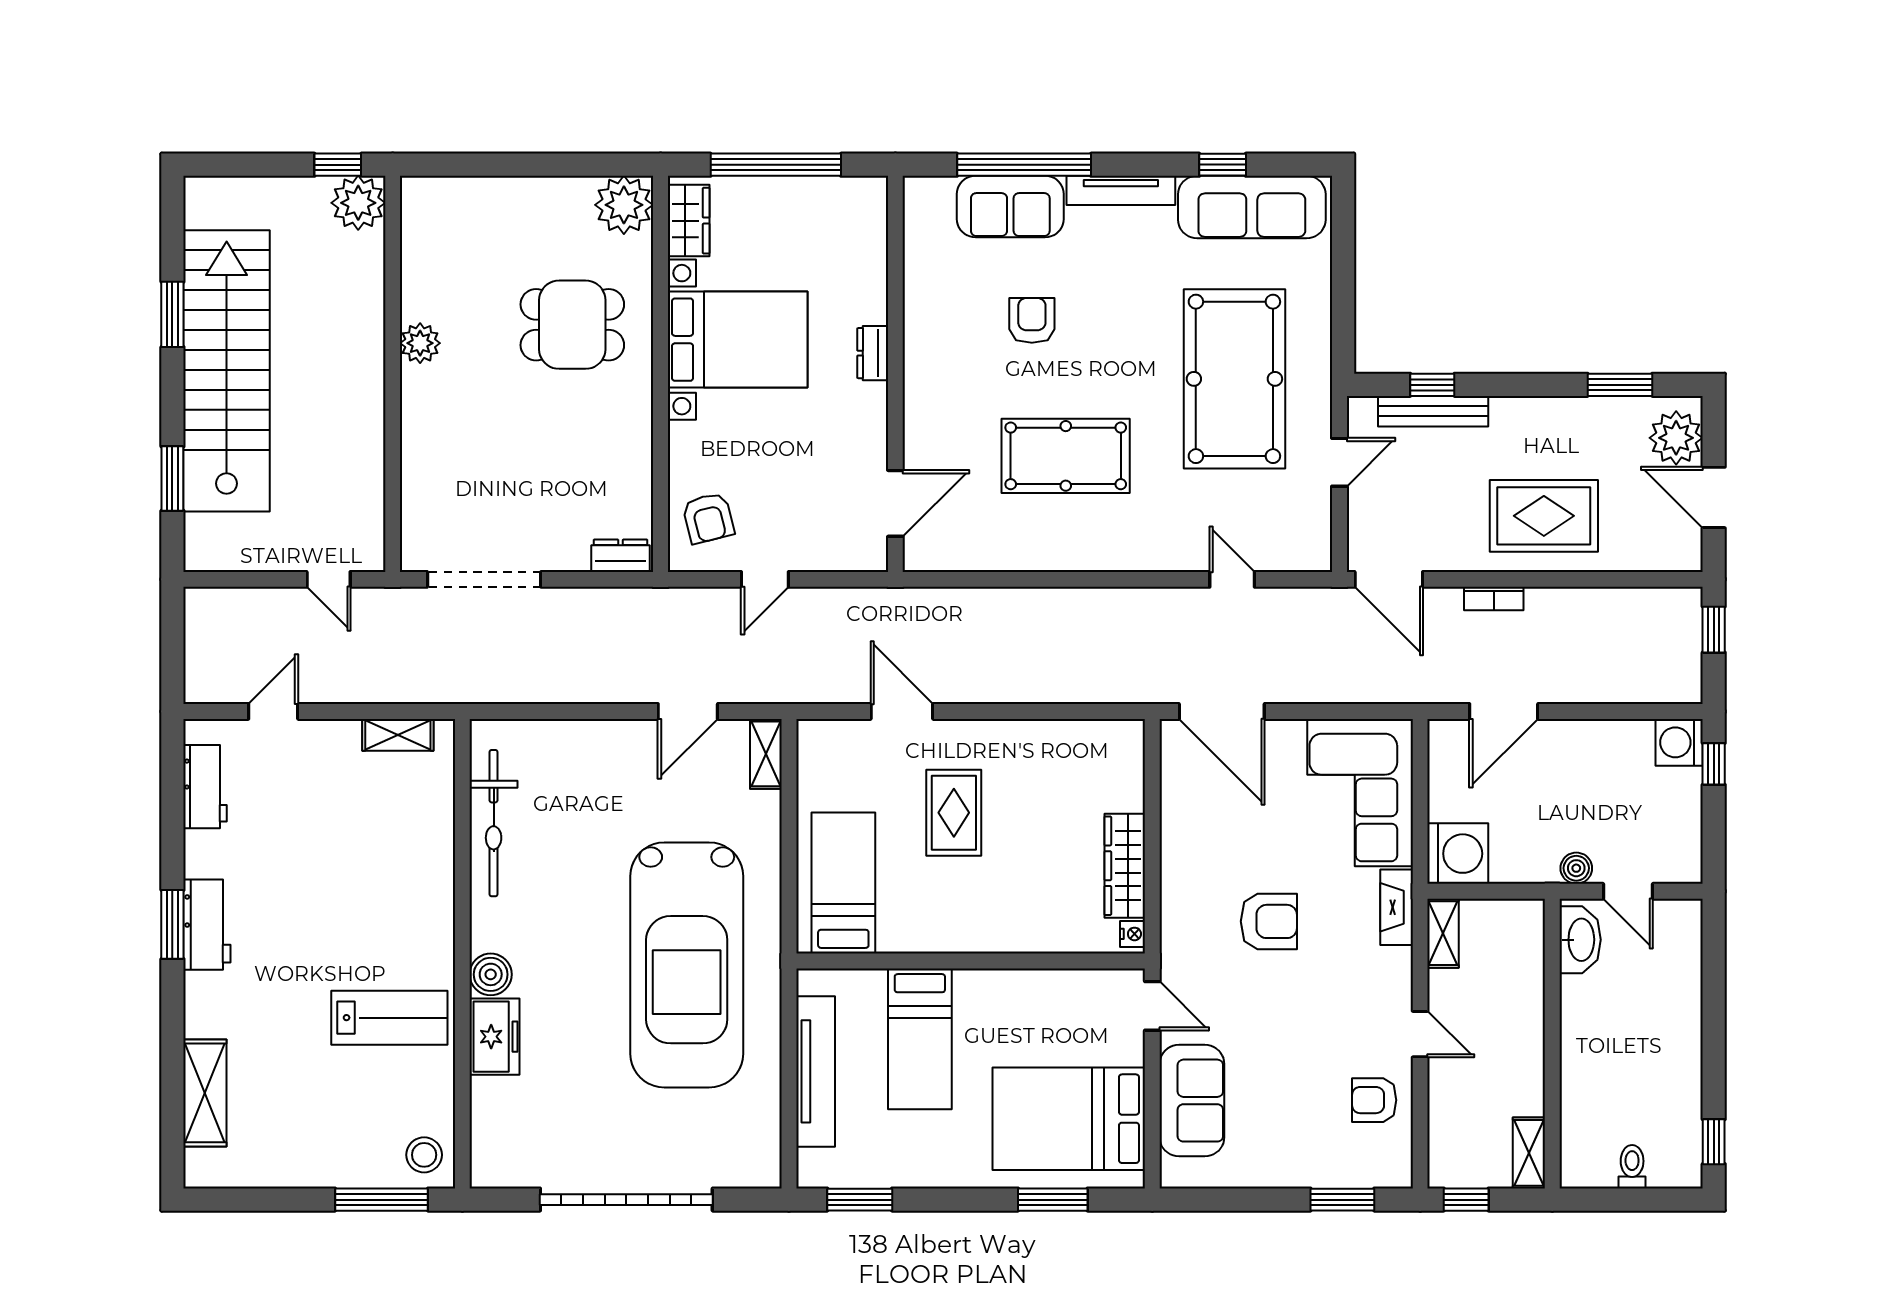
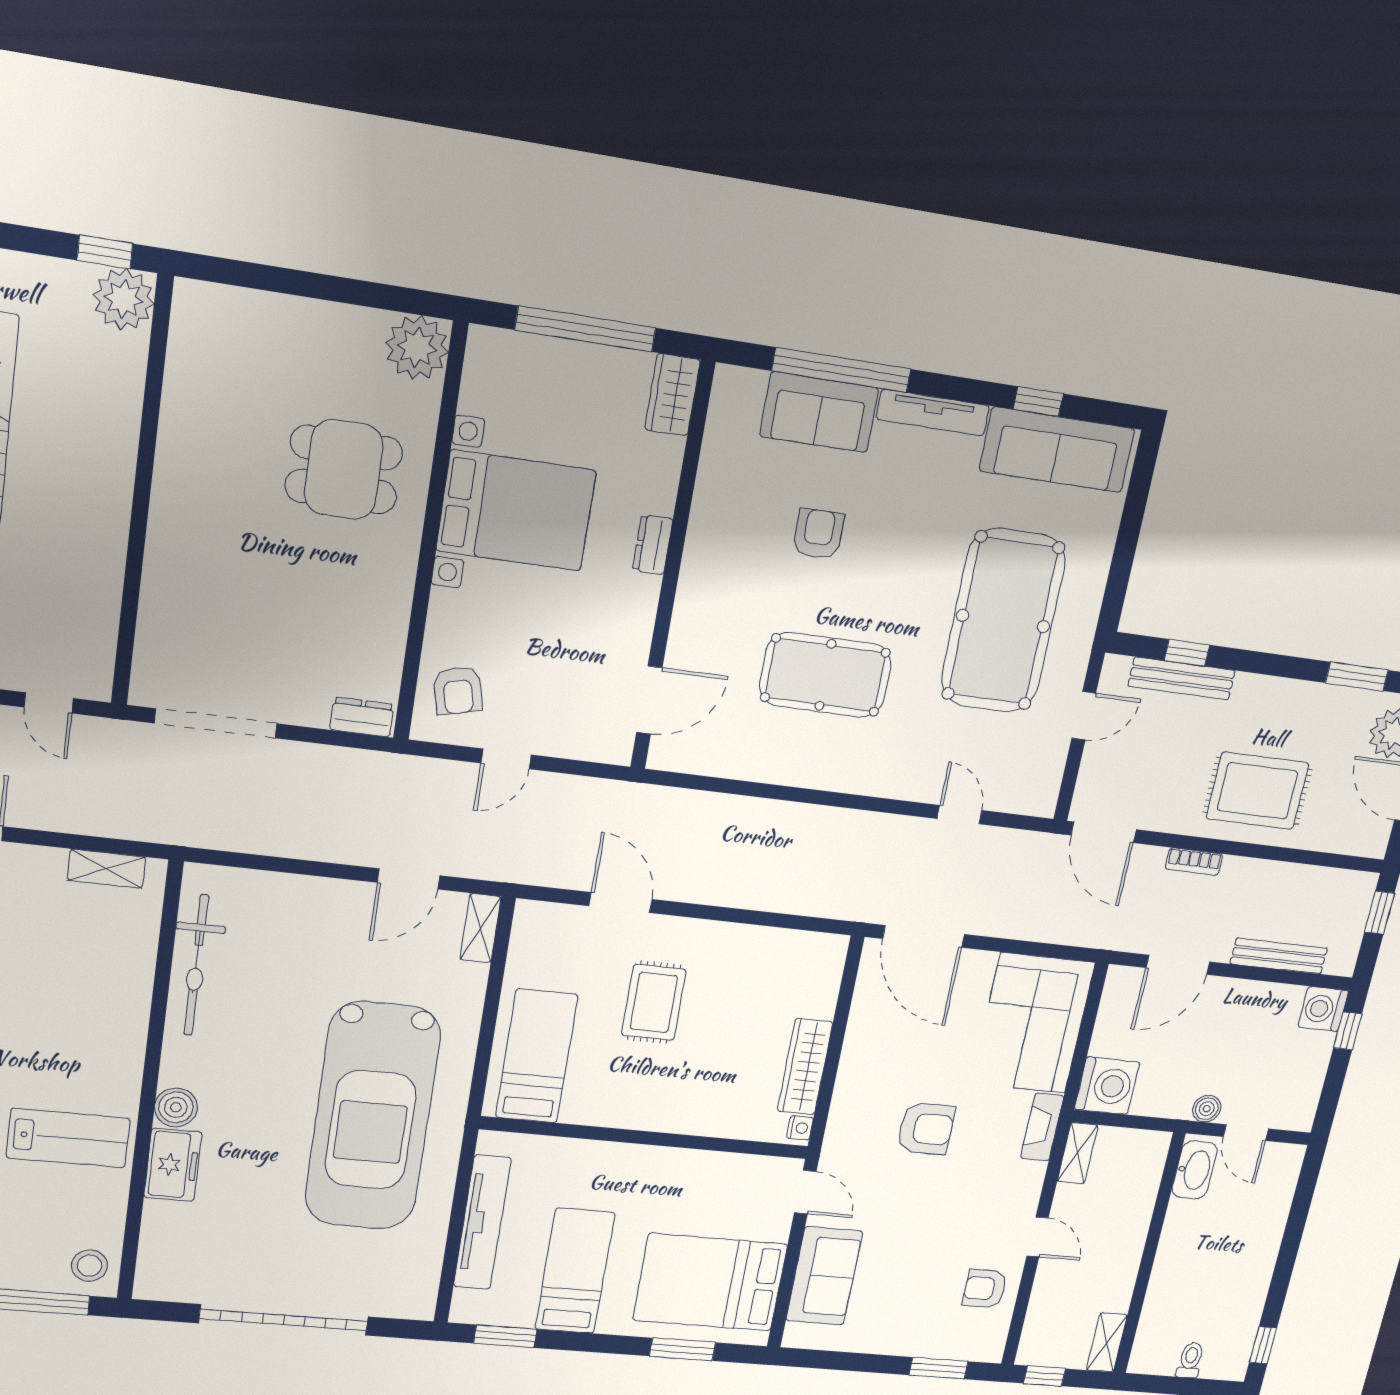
wardrobe: (689, 221) -> (672, 395), moved, turned 180
plant: (420, 343) -> (176, 466), removed
bench: (1613, 689) -> (1279, 956), added
bed: (920, 1039) -> (575, 1271), moved, turned 180

